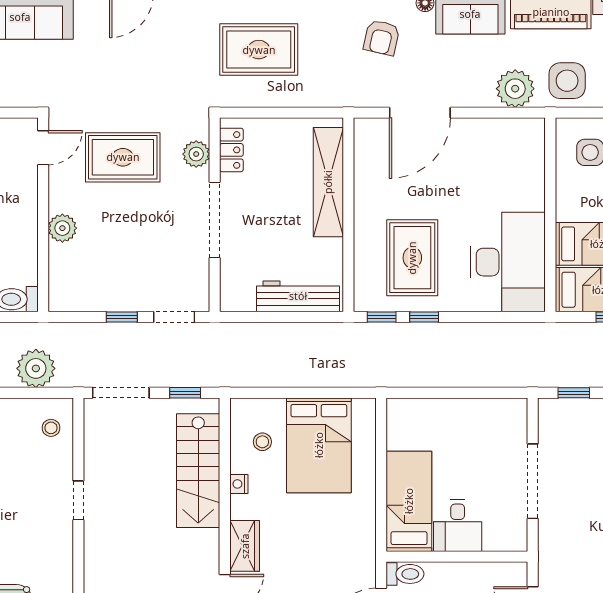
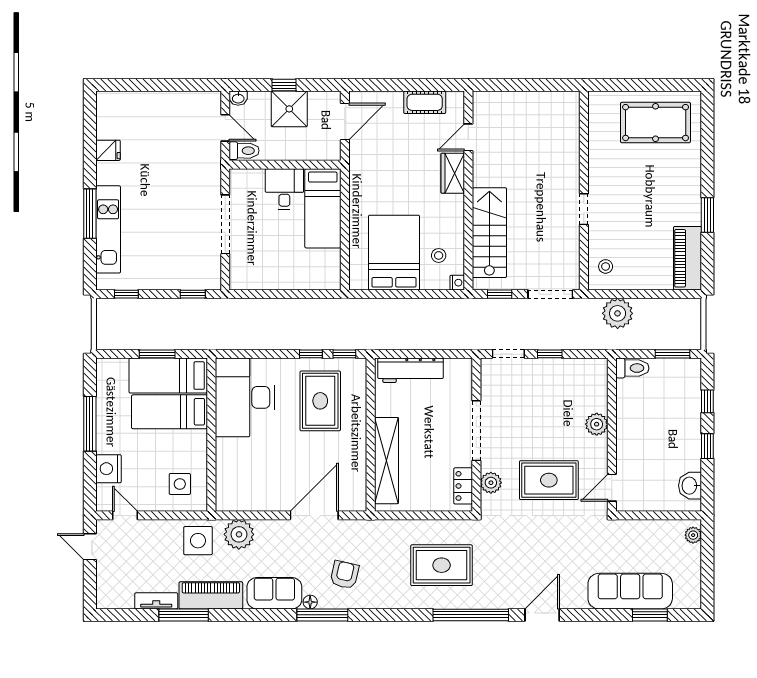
nightstand: (239, 484) -> (457, 283), moved
toilet: (405, 574) -> (244, 151), moved, turned 180

